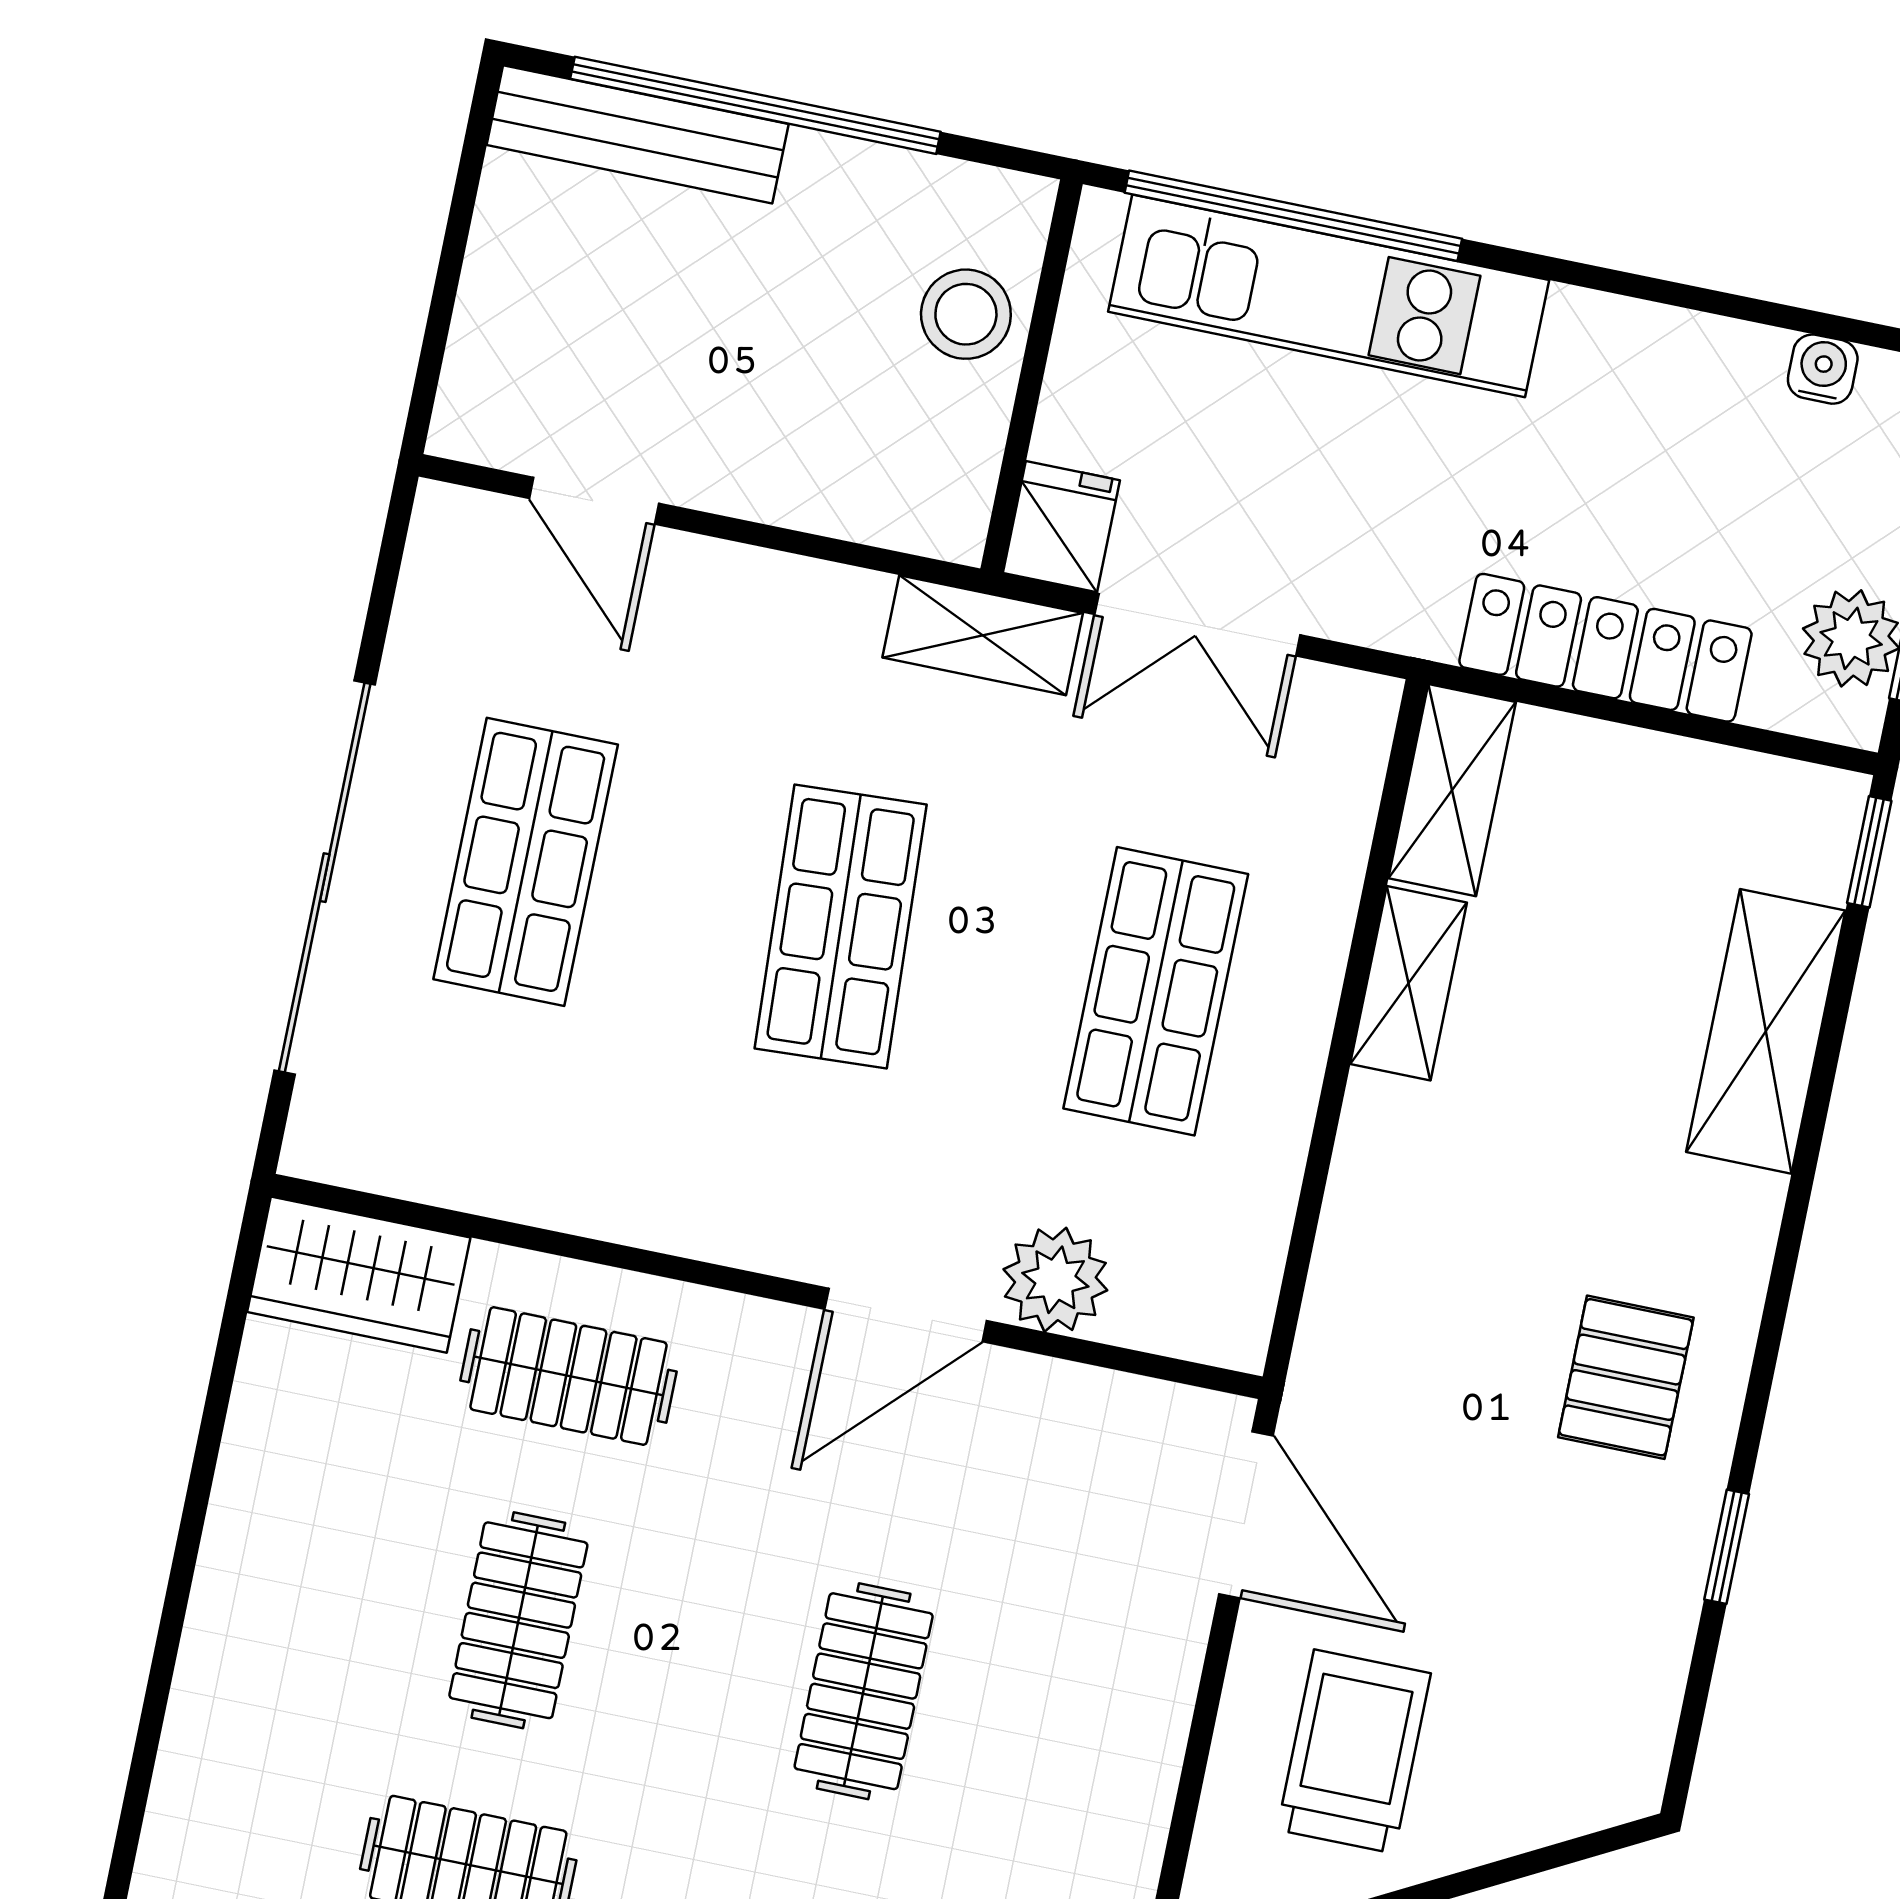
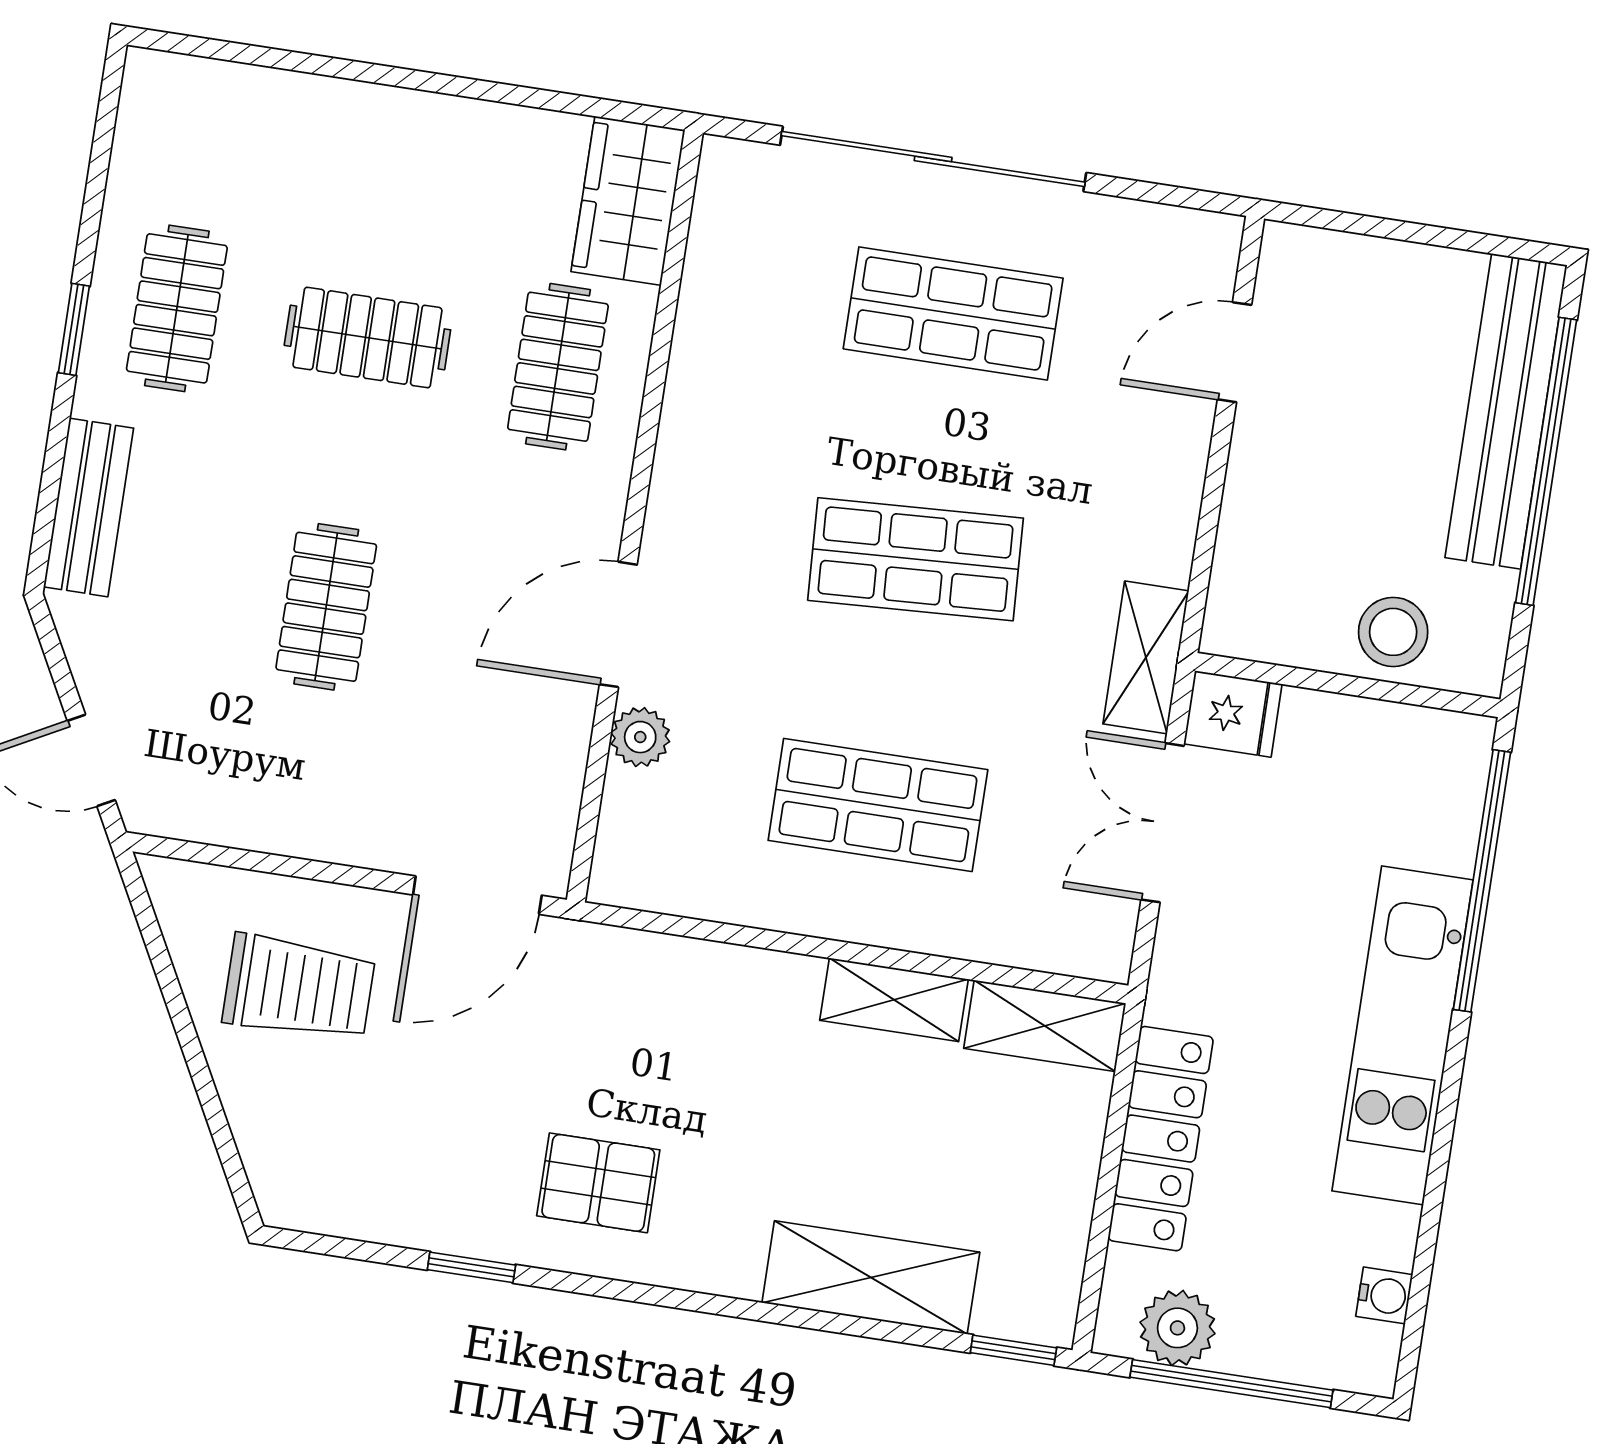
bench: (638, 134) -> (1506, 411), width x1.37, depth x1.21
kitchen unit: (1329, 296) -> (1402, 1035), moved
plant: (1055, 1280) -> (640, 737), width x0.73, depth x0.73
door: (906, 1315) -> (618, 624), hinge flipped
clothes rail: (864, 1691) -> (326, 607), turned 90

